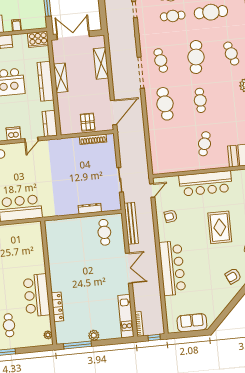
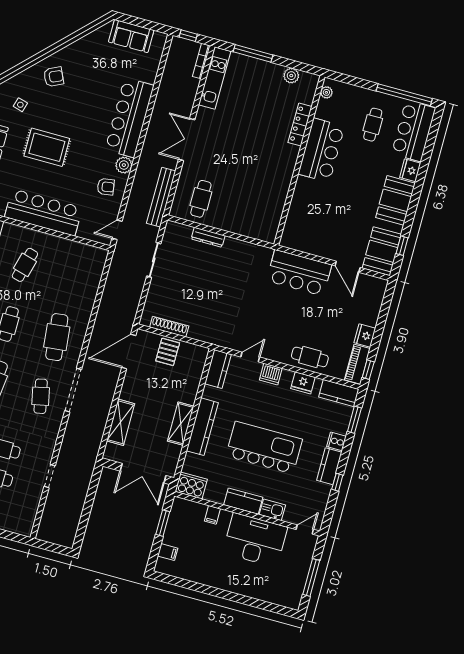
rug: (220, 227) -> (47, 147), turned 90
plant: (164, 235) -> (124, 165), added
plant: (94, 335) -> (291, 76), moved
window: (77, 345) -> (253, 53), moved

